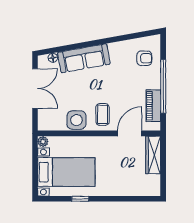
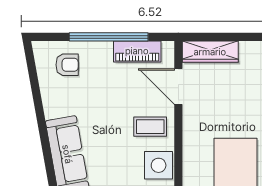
armchair: (144, 58) -> (67, 65), turned 90

